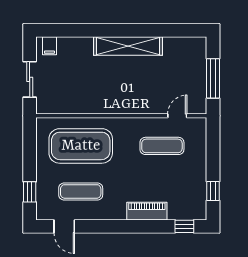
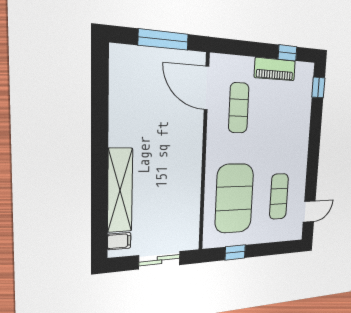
shelving: (128, 46) -> (120, 190), moved
door: (177, 116) -> (207, 88), width x1.87
window: (30, 192) -> (235, 252), moved
piano: (147, 211) -> (275, 69), moved, turned -90

